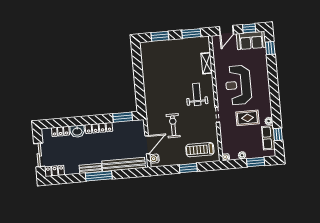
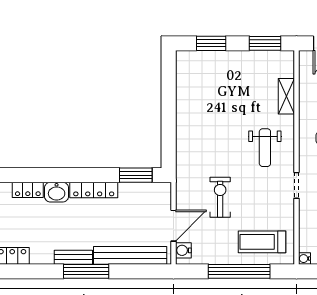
weight bench: (197, 94) -> (265, 148), turned 180
window: (188, 168) -> (239, 271), width x2.11

